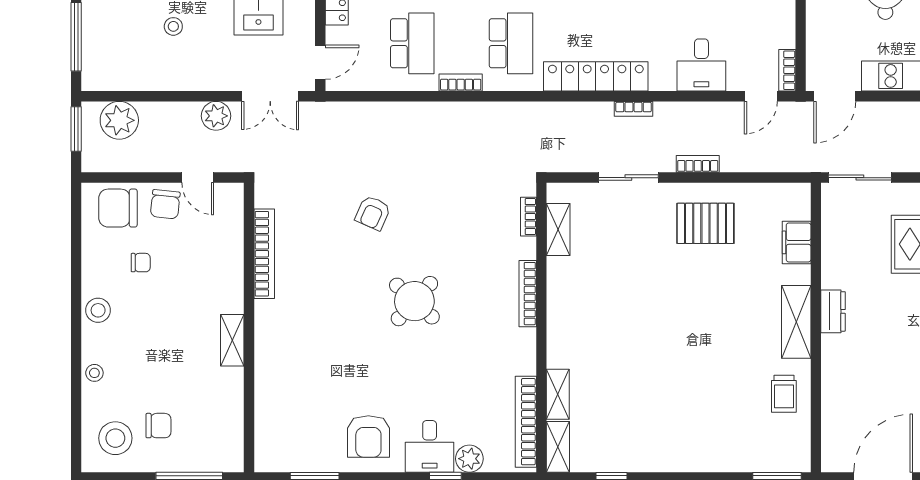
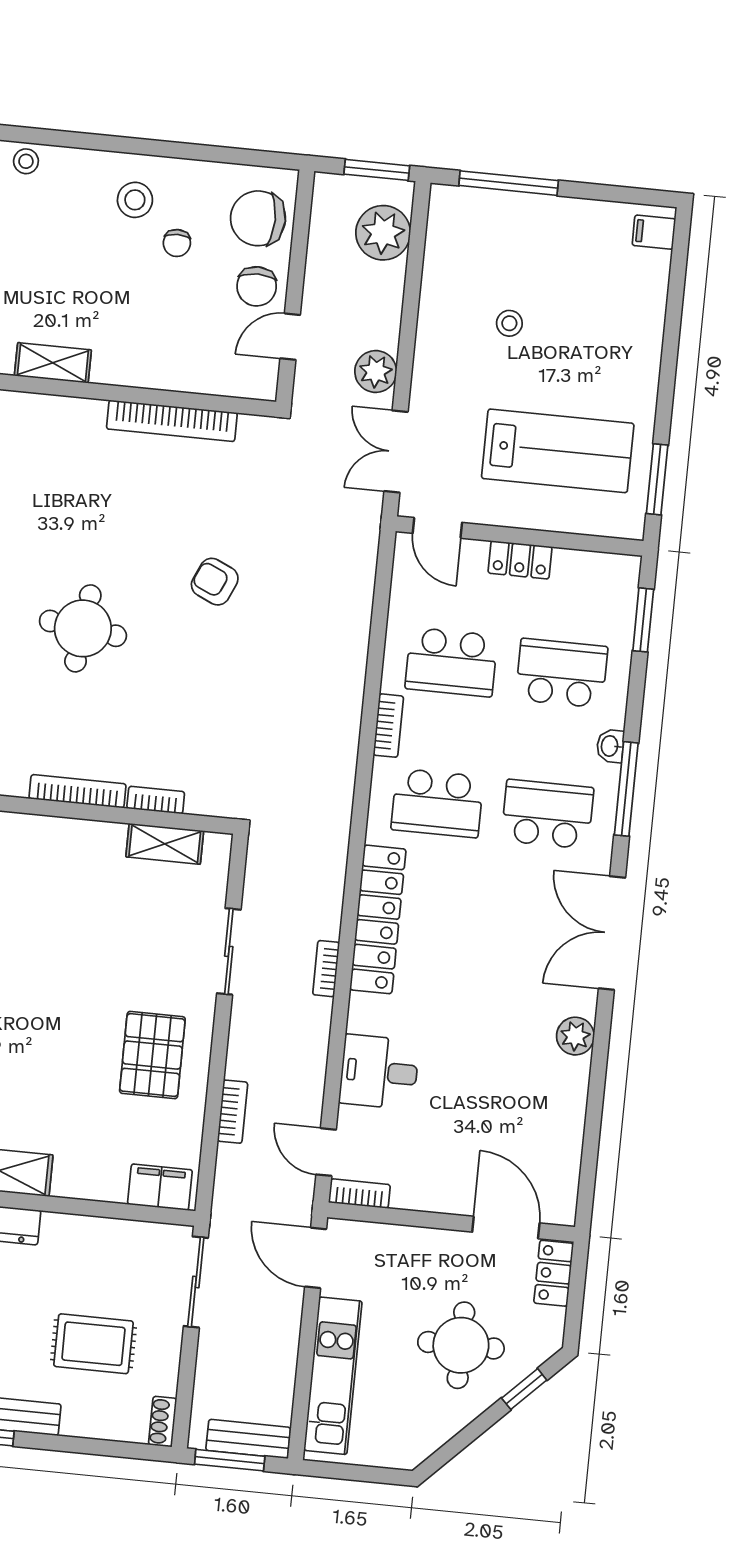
bookcase: (698, 164) -> (233, 1112), moved
chair: (165, 204) -> (257, 286), turned -96
chair: (118, 208) -> (258, 218), turned -90
bookcase: (528, 217) -> (156, 800), moved
filing cabinet: (797, 242) -> (160, 1187), moved
round table: (414, 301) -> (83, 628), turned -35
stool: (98, 310) -> (135, 200), moved

